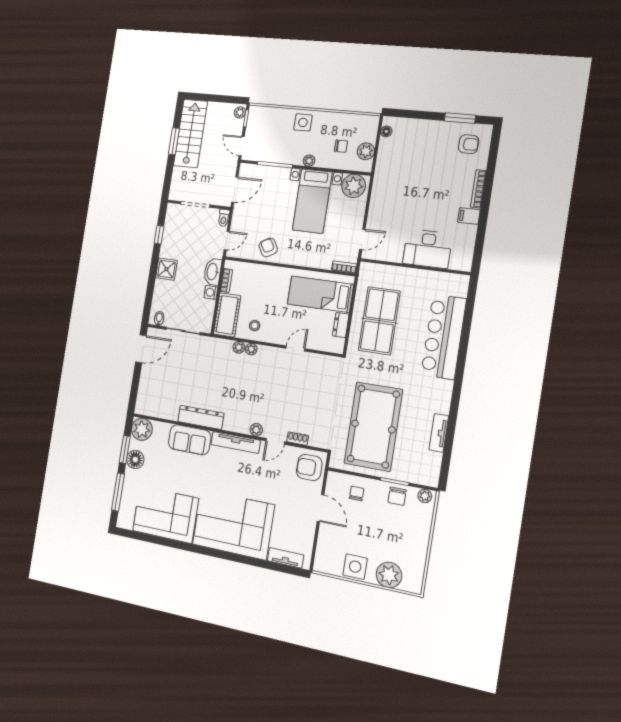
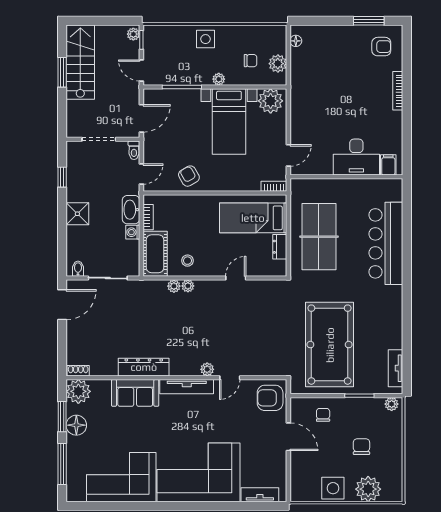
filing cabinet: (469, 216) -> (388, 165), moved, turned 90
tv unit: (439, 433) -> (396, 368), moved
shoe rack: (298, 439) -> (78, 371), moved
chair: (397, 496) -> (361, 447), moved, turned 180

